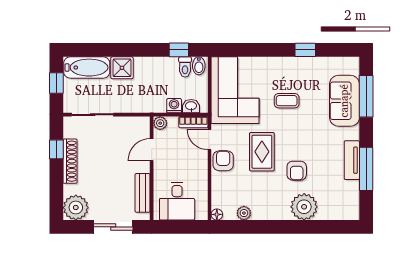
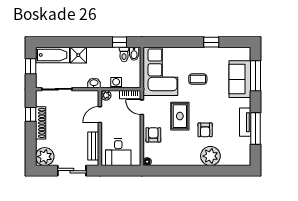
washbasin: (191, 106) -> (94, 83), moved
armchair: (223, 161) -> (153, 135), moved
plant: (244, 213) -> (167, 161), removed

